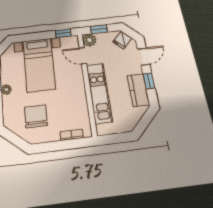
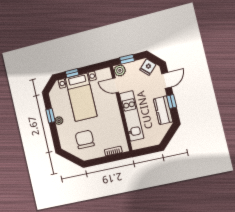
window: (63, 33) -> (72, 73), moved

